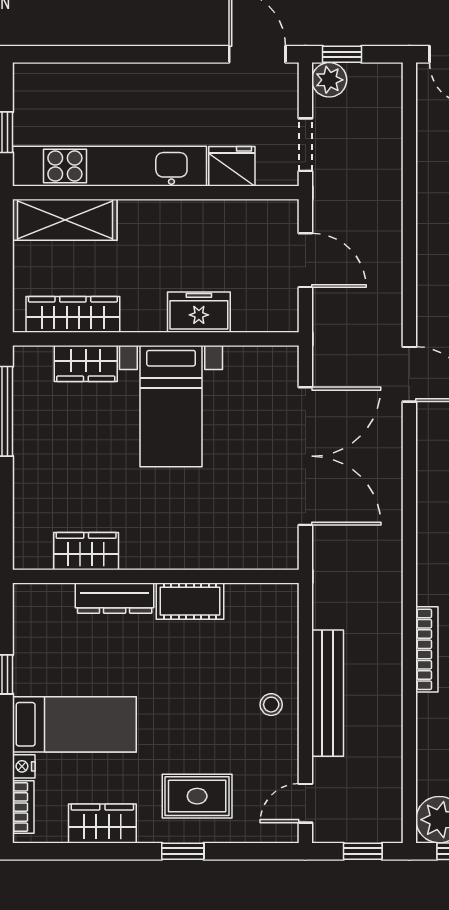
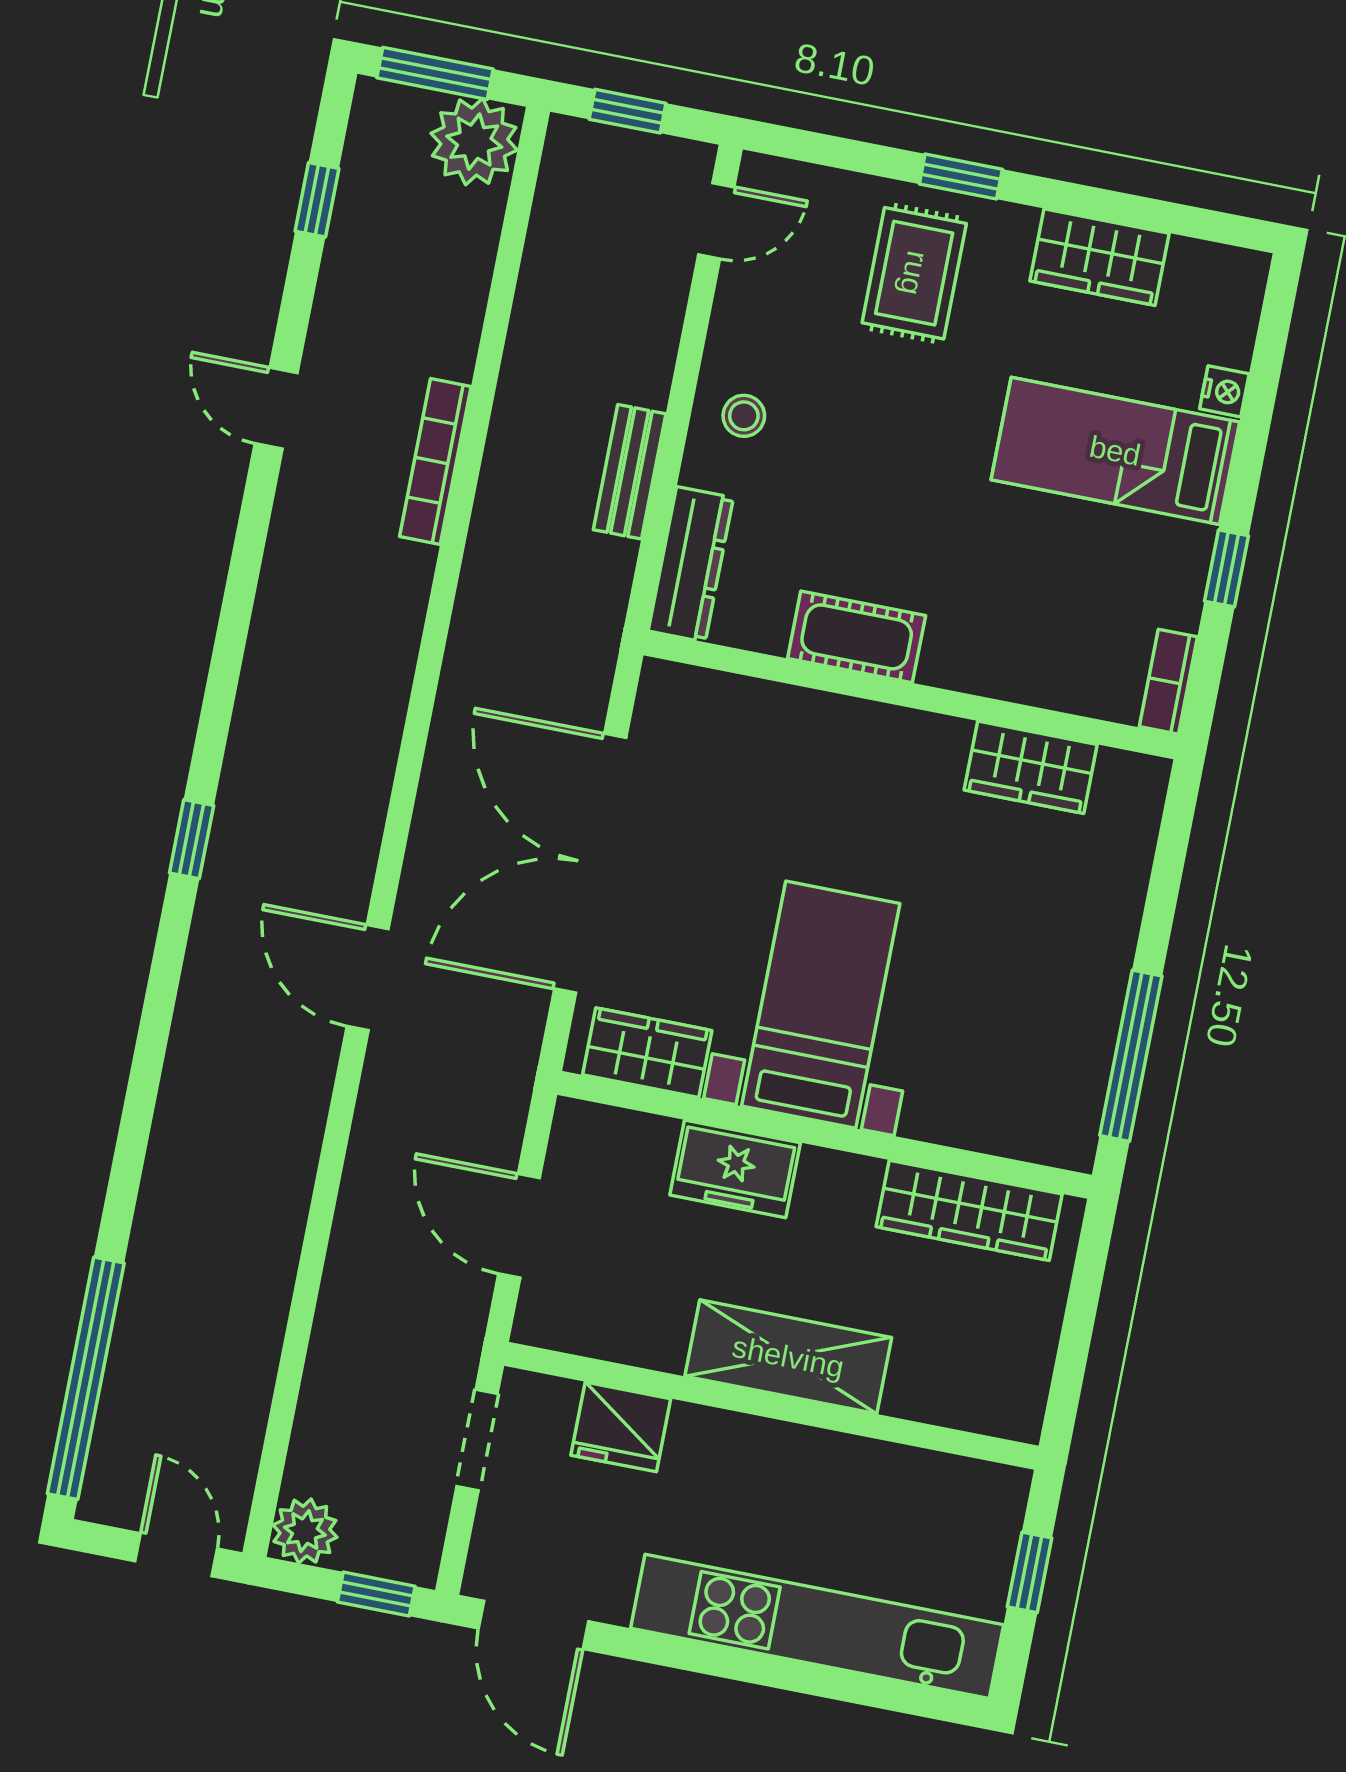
plant: (329, 80) -> (305, 1531), moved
kitchen unit: (109, 166) -> (817, 1626), moved, turned 180
shelving: (65, 220) -> (788, 1357), moved
wardrobe: (86, 364) -> (647, 1053), moved
dresser: (115, 598) -> (691, 564), moved, turned 90
bench: (328, 693) -> (630, 472), width x0.54, depth x0.82
rug: (197, 796) -> (914, 273), turned 90
bookcase: (23, 807) -> (1168, 682), moved

